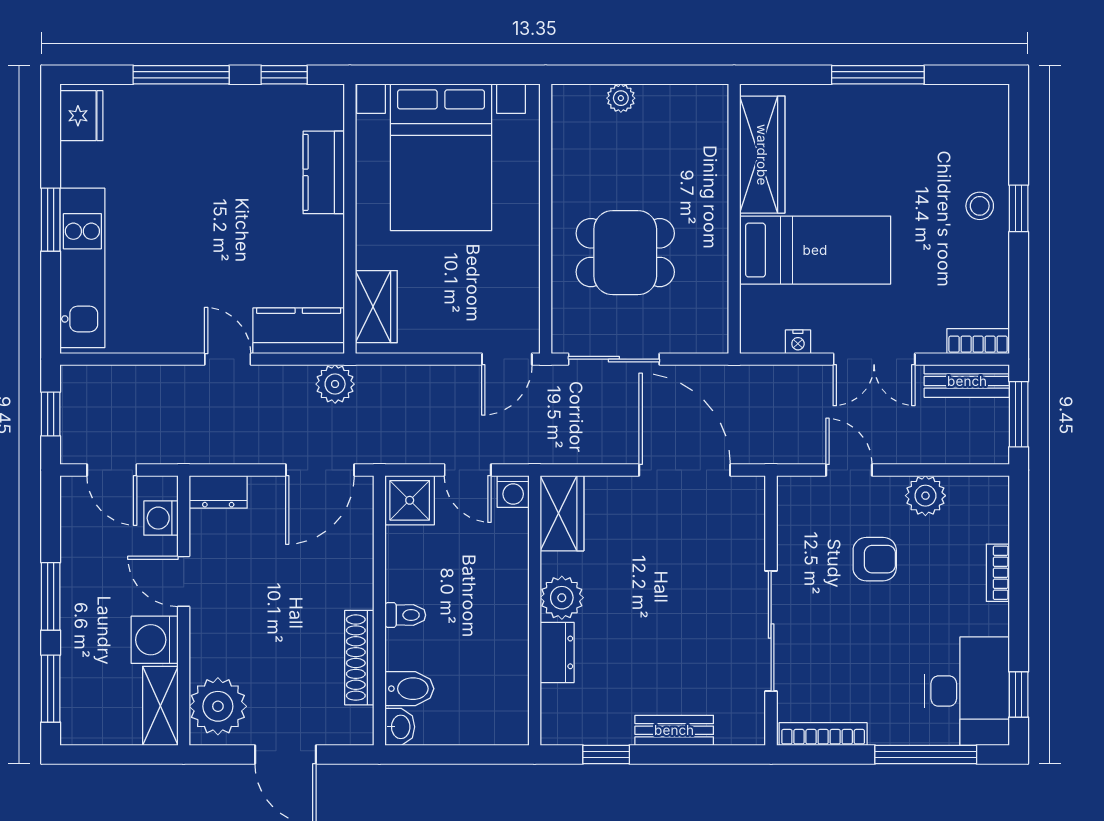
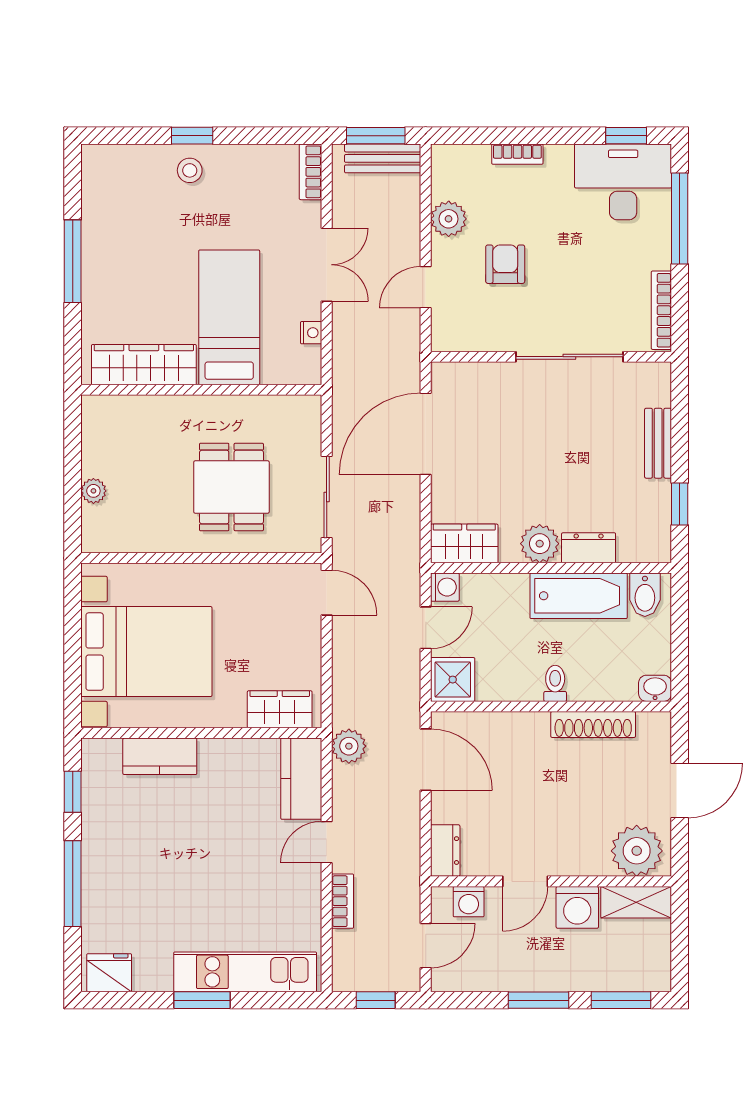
bookcase: (162, 377) -> (343, 901), added
bench: (967, 381) -> (383, 158), moved, turned 90
bathtub: (503, 641) -> (579, 596), added
bidet: (409, 689) -> (645, 595), moved, turned 180

